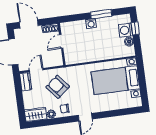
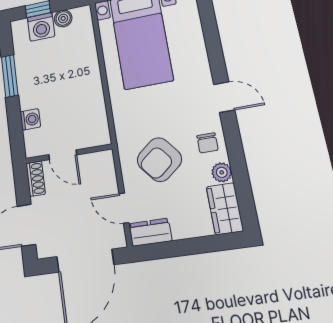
washing machine: (91, 23) -> (30, 119), moved

